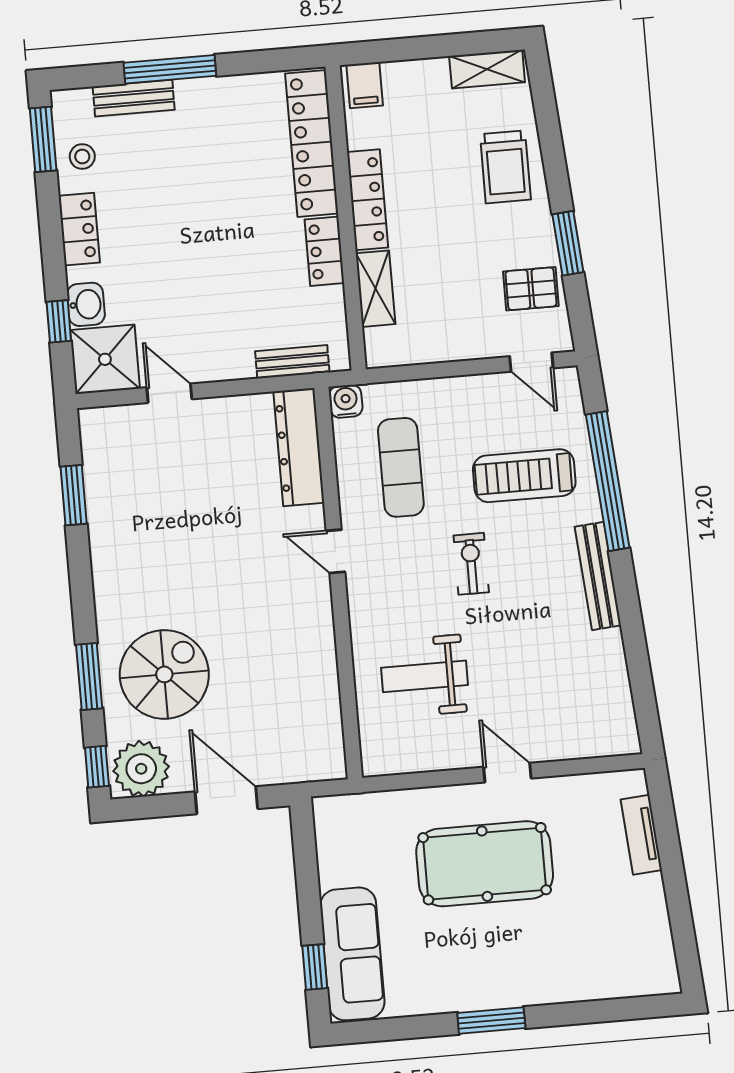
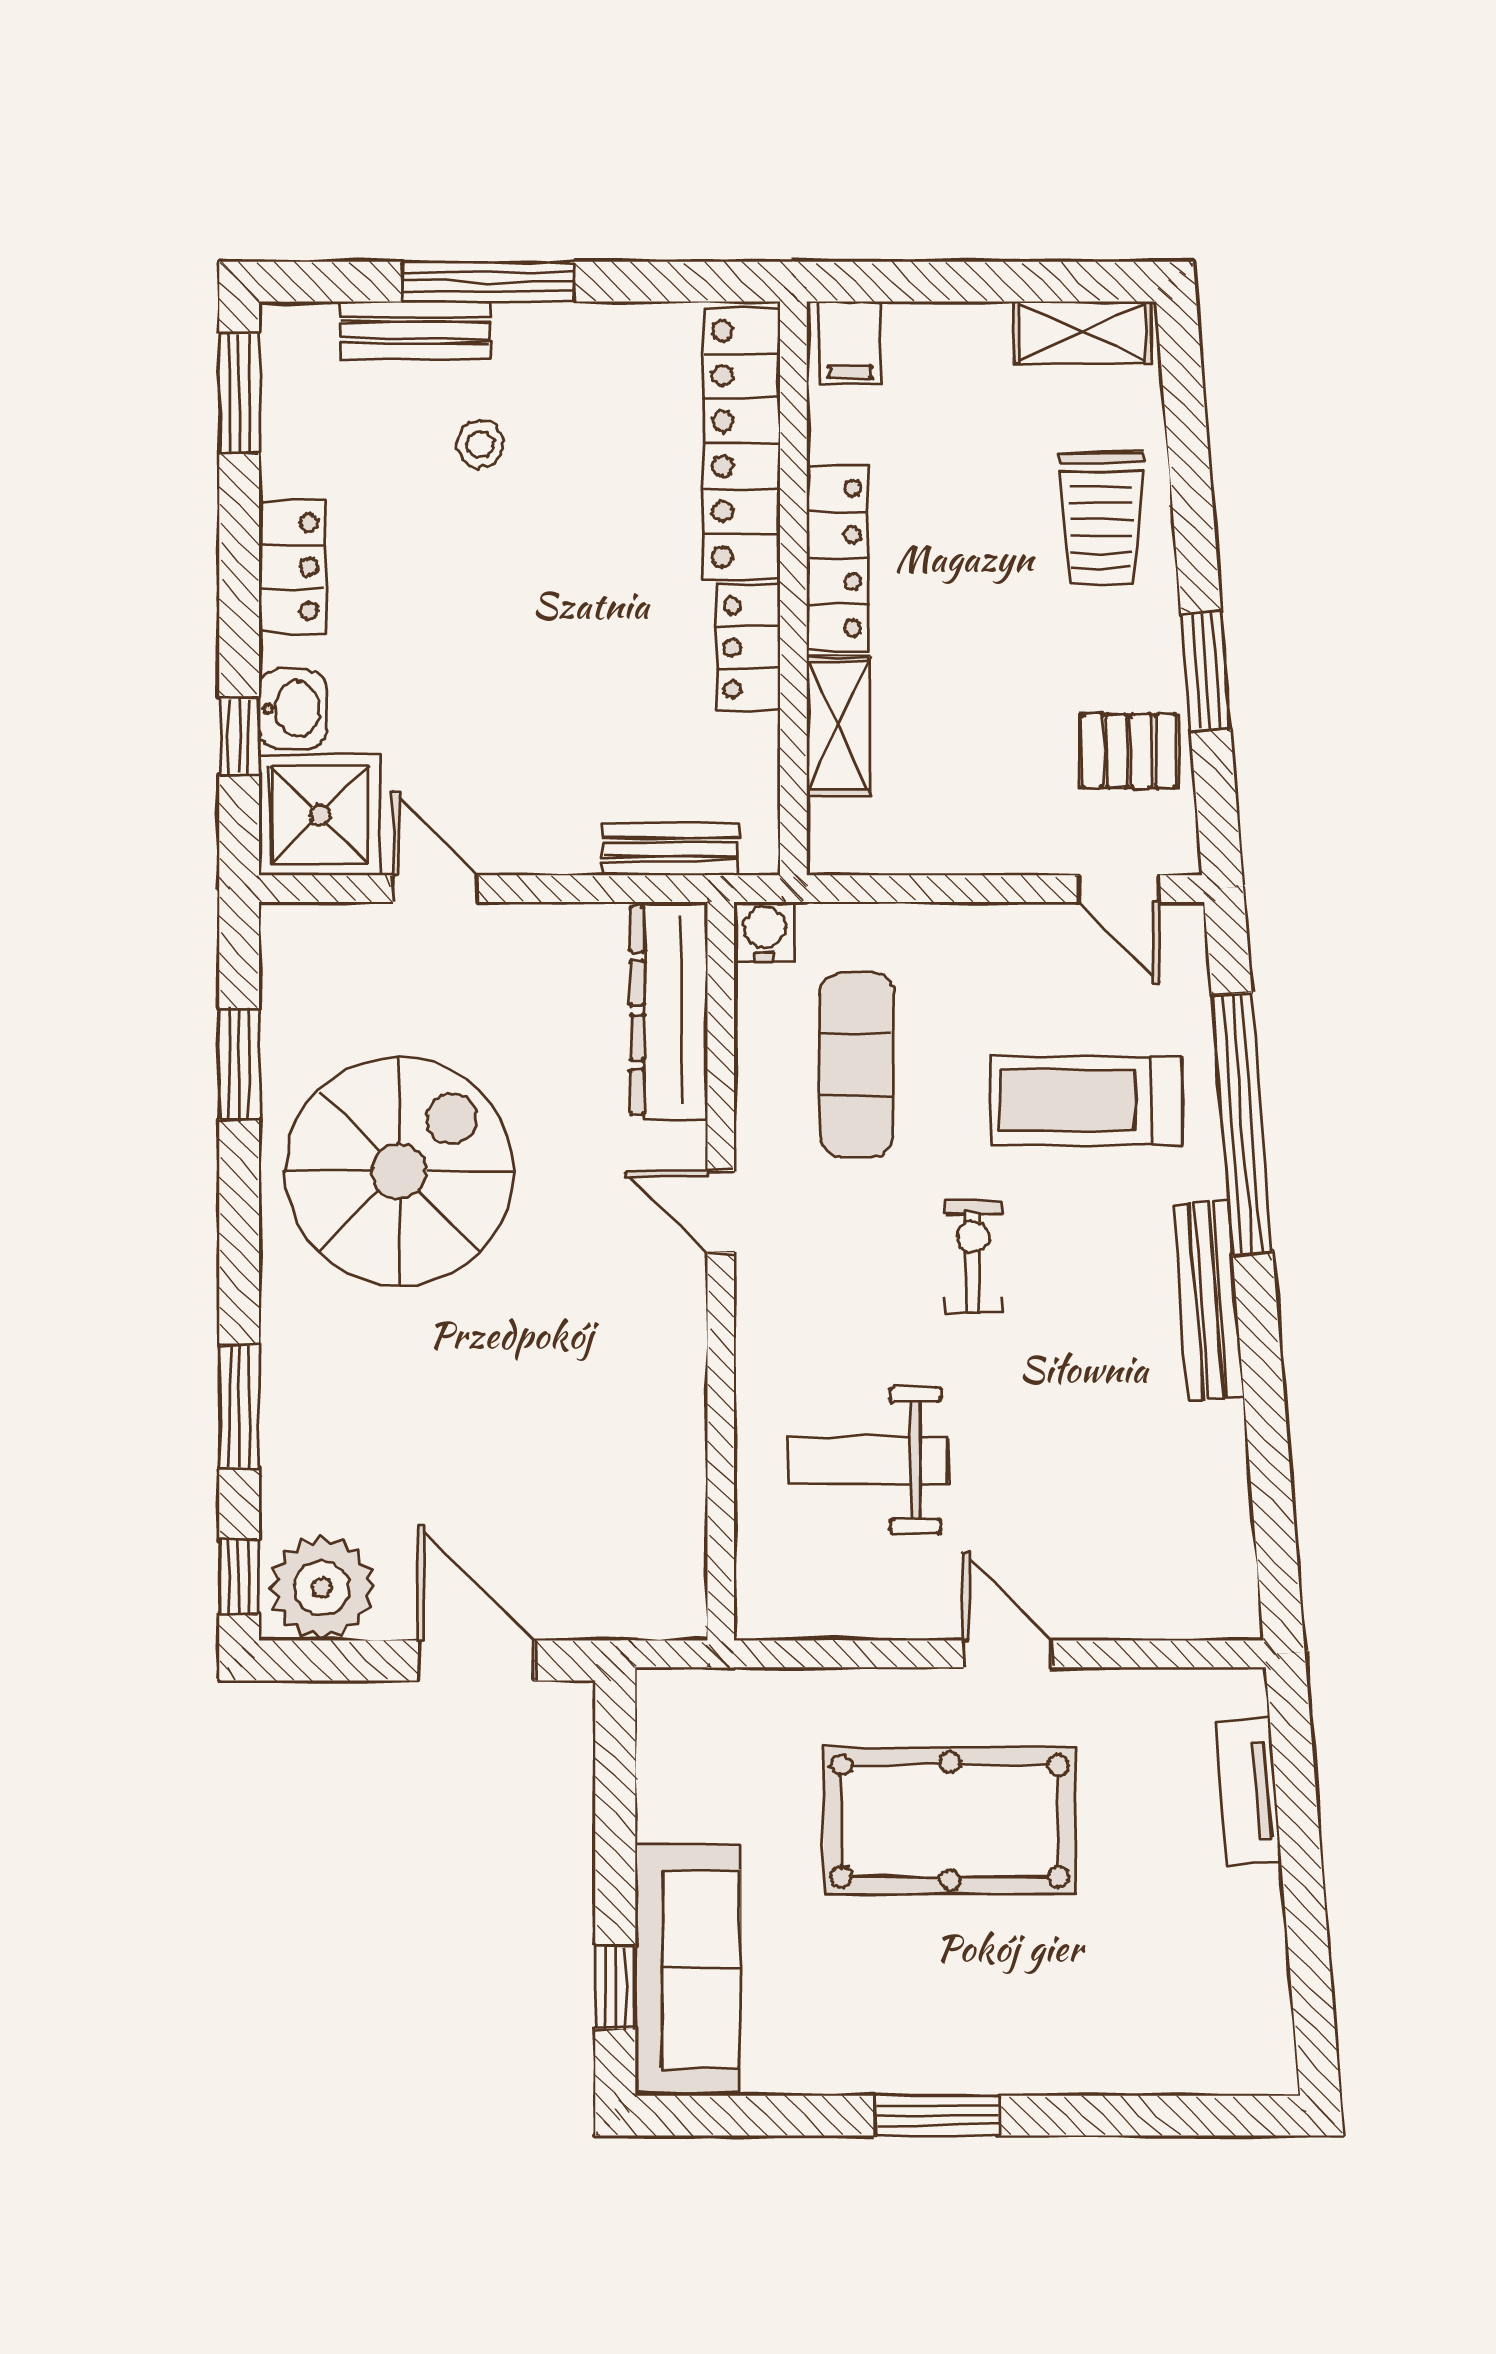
stool: (82, 156) -> (480, 444), moved
spiral stairs: (164, 674) -> (399, 1171), moved, width x1.37, depth x1.37

